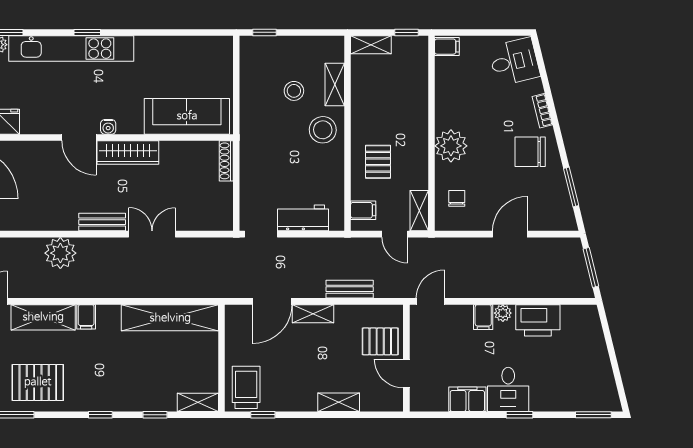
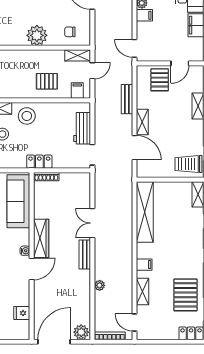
locker: (250, 150) -> (39, 162), added
plant: (60, 253) -> (100, 285), width x0.53, depth x0.53
shelving: (43, 317) -> (143, 291), width x0.67, depth x0.75

